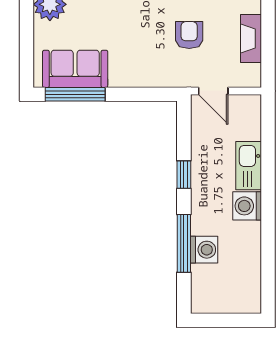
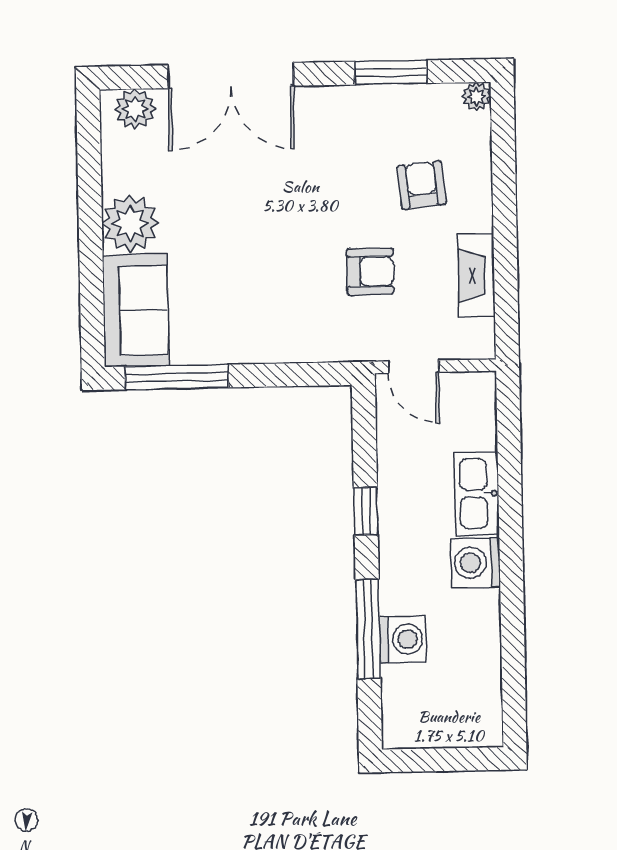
armchair: (189, 35) -> (370, 271), turned 90
sofa: (75, 69) -> (136, 311), moved, turned 90

